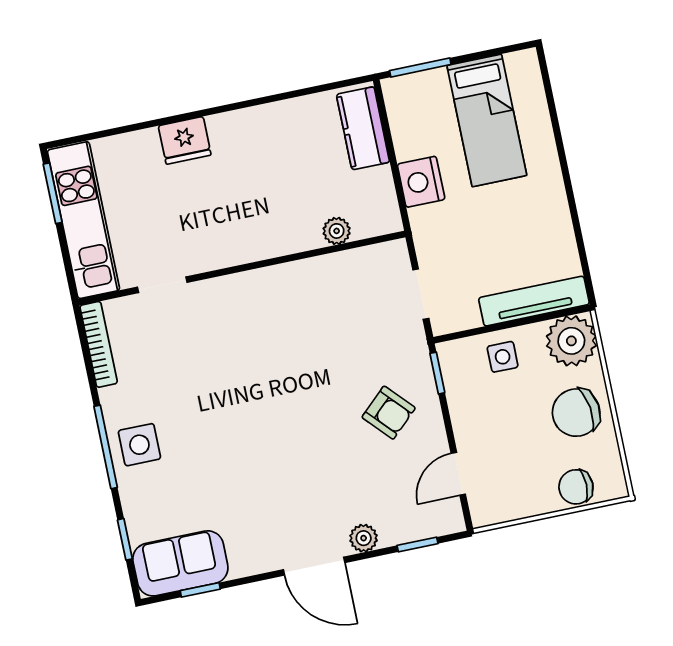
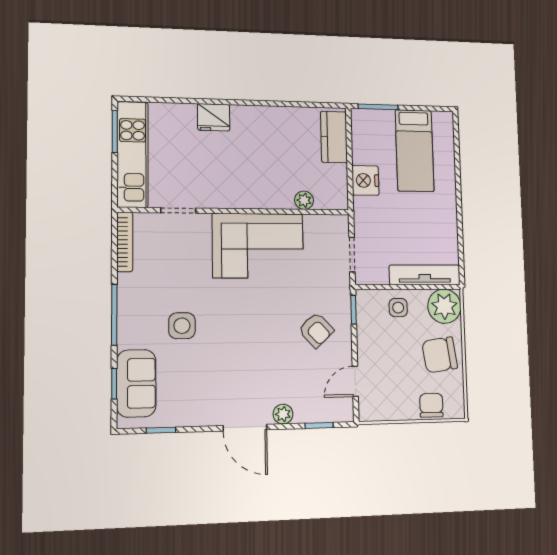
corner sofa: (283, 311) -> (258, 246), added
side table: (139, 445) -> (182, 326), moved
chair: (576, 487) -> (431, 405), turned 90
sofa: (180, 563) -> (136, 383), moved, turned 90

